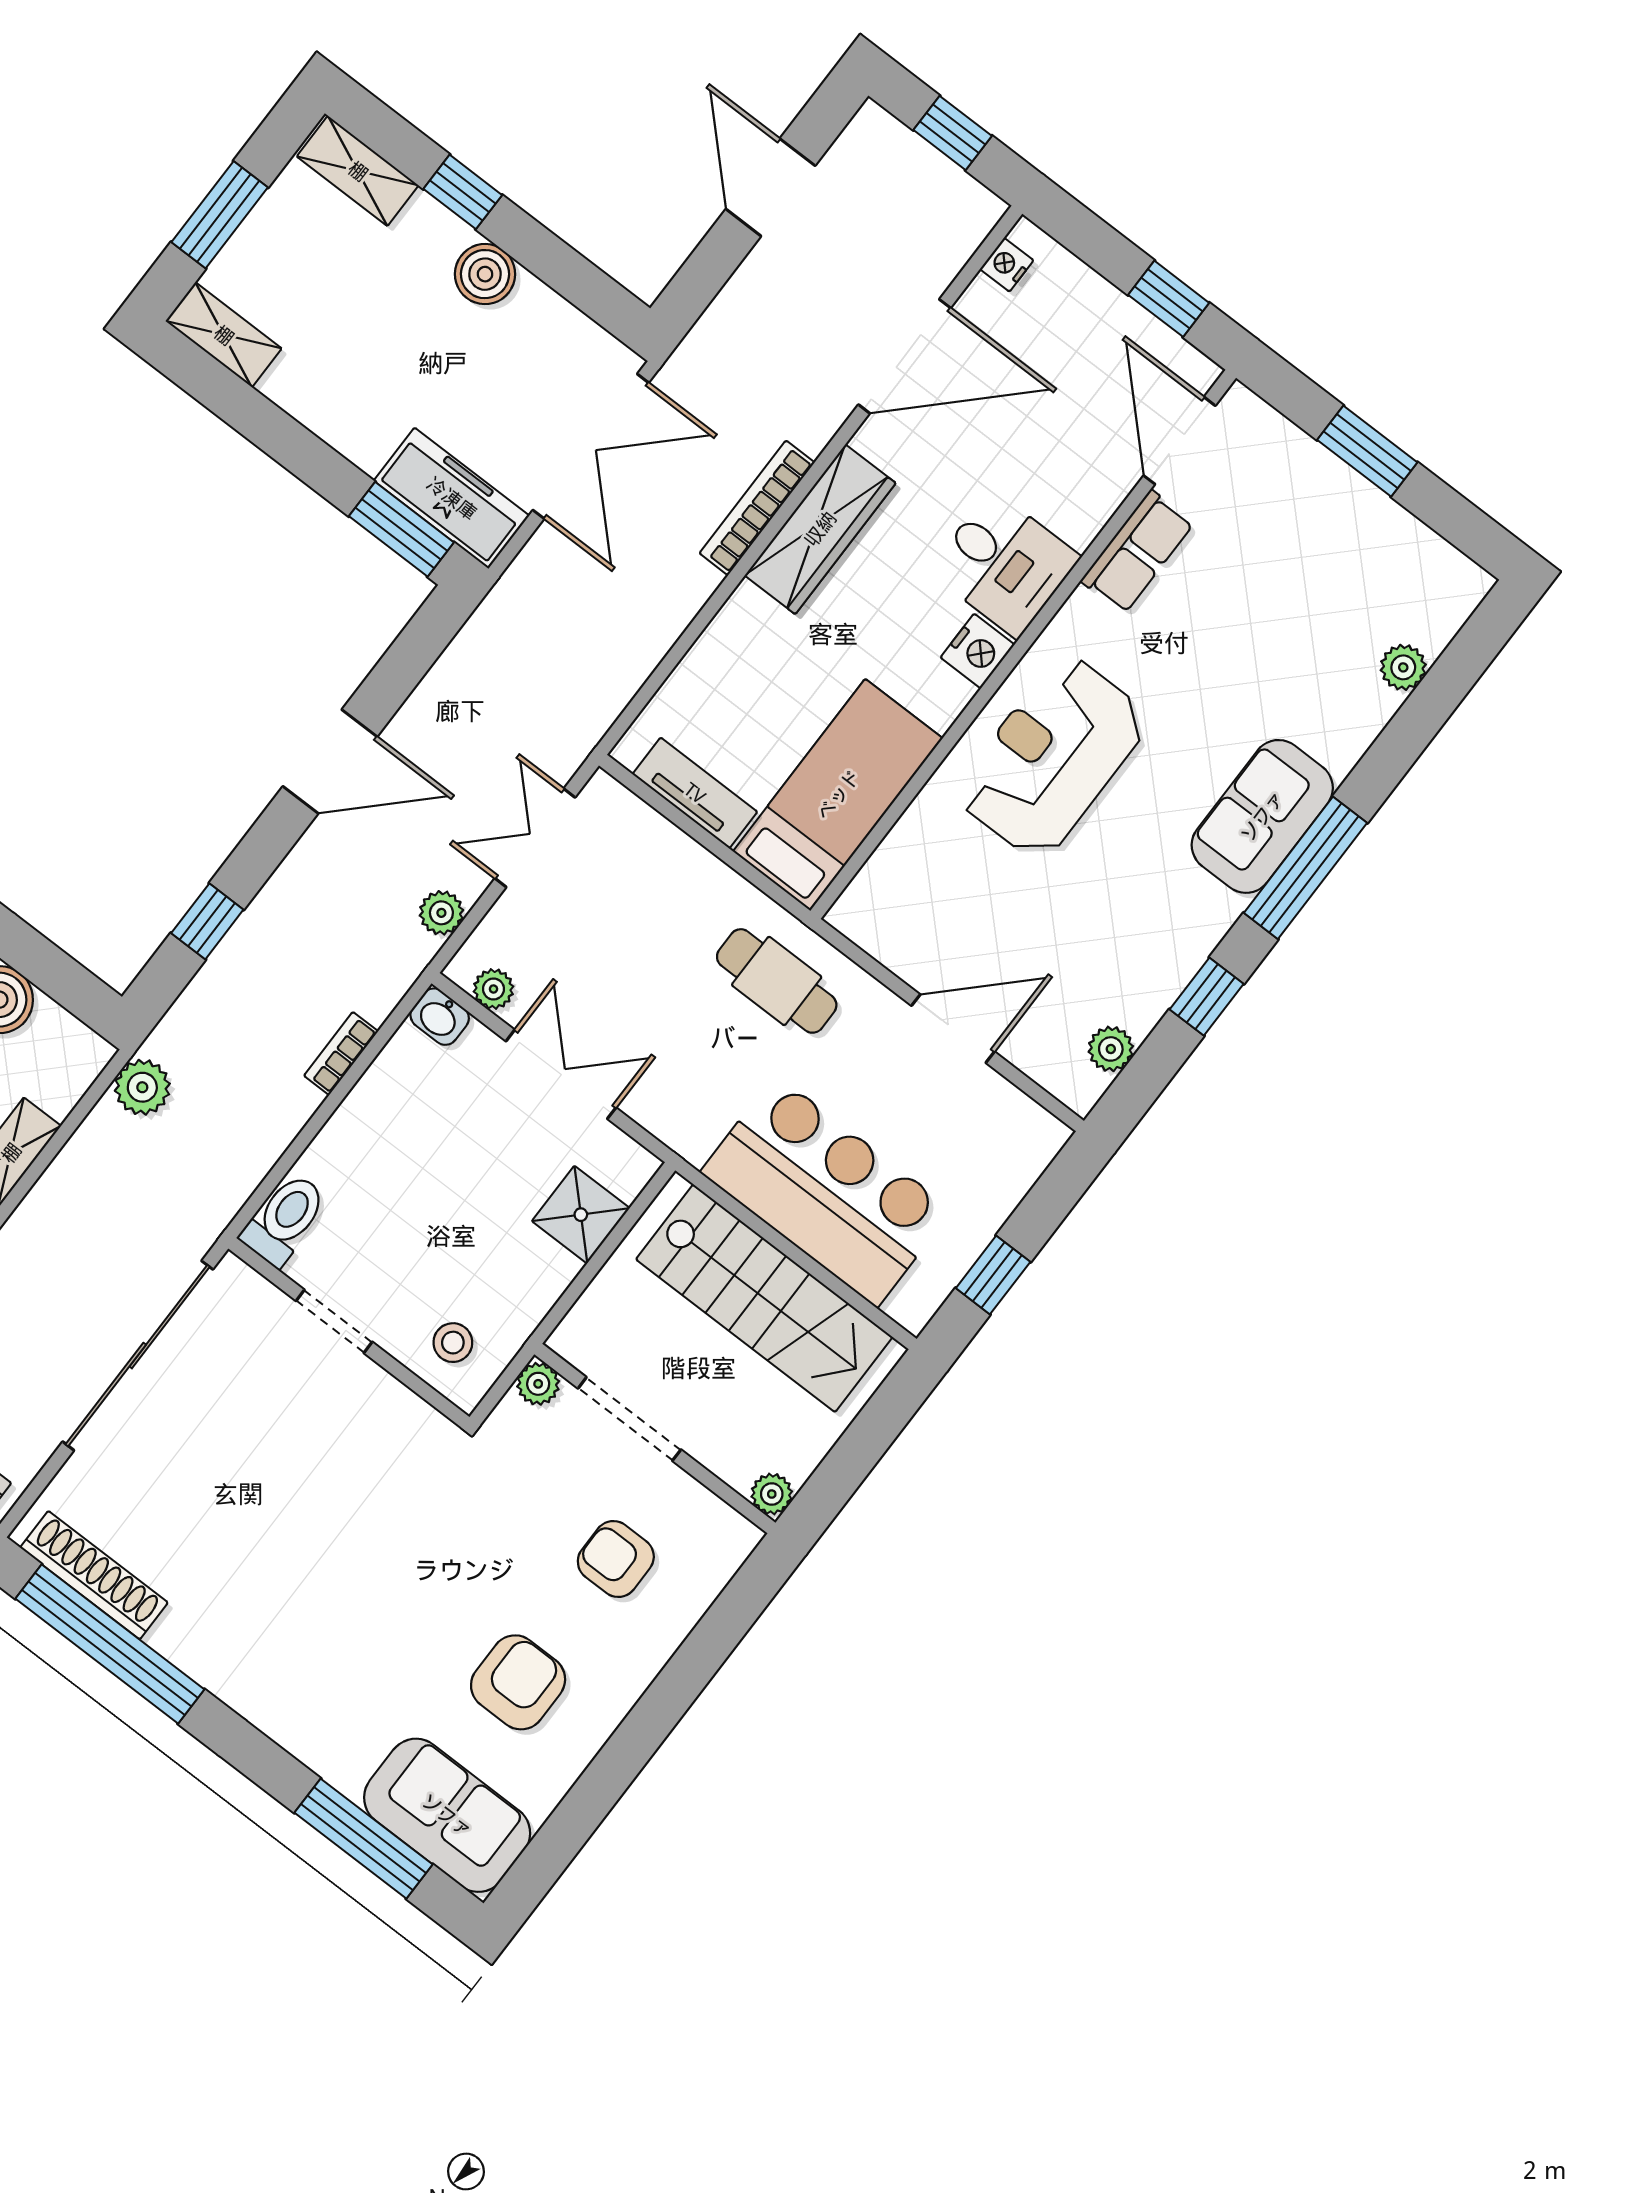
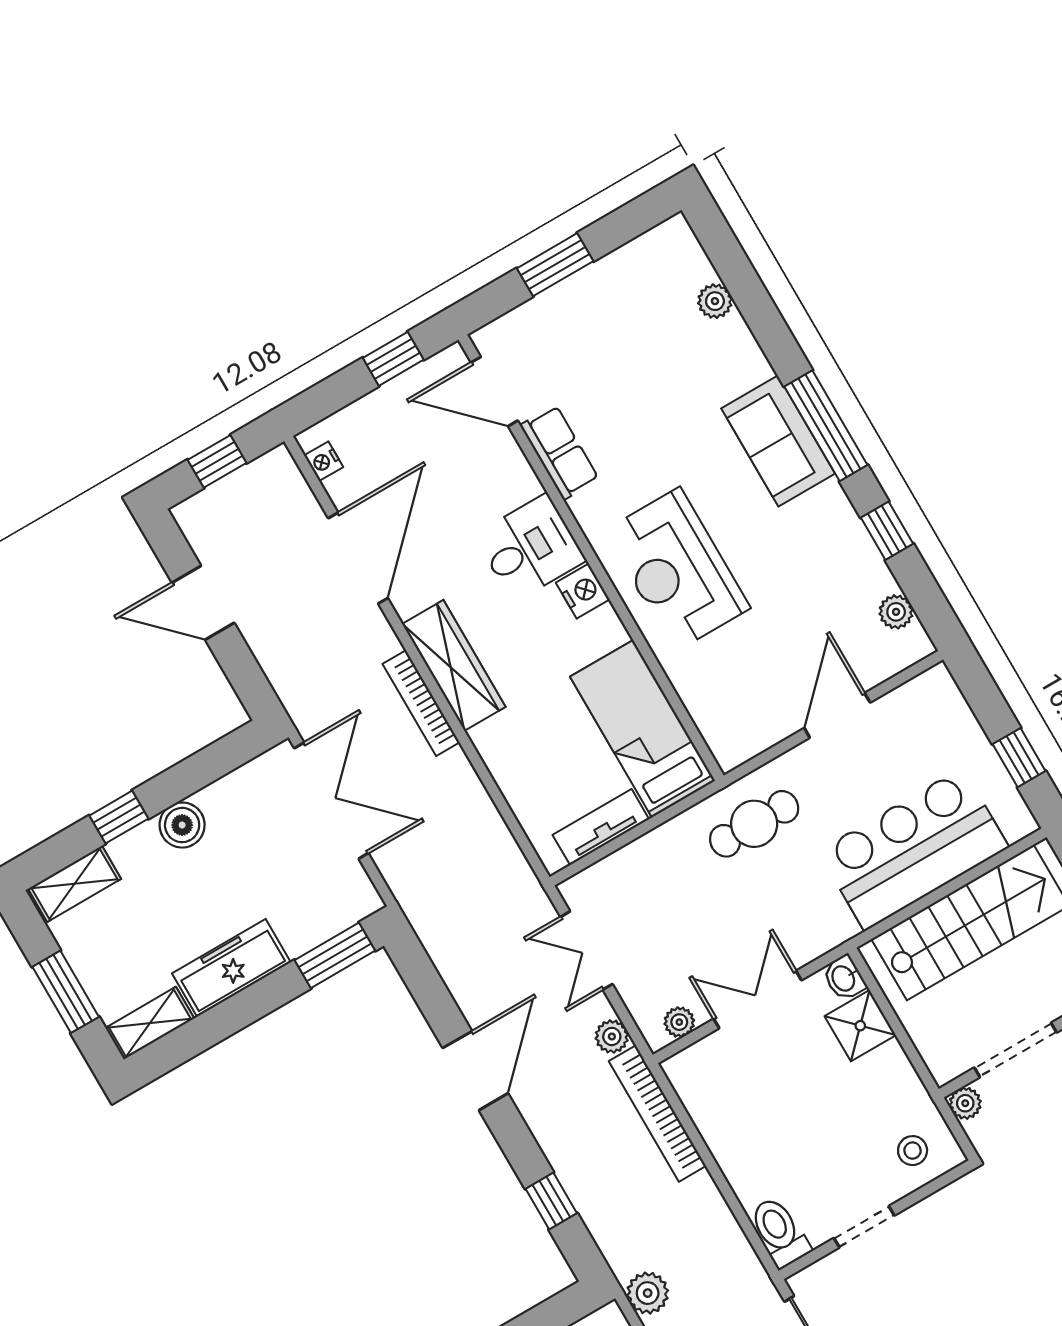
freezer: (452, 498) -> (231, 968), moved
washbasin: (440, 1017) -> (844, 978), moved, turned 90
bookcase: (341, 1053) -> (657, 1114), width x2.31, depth x1.31

